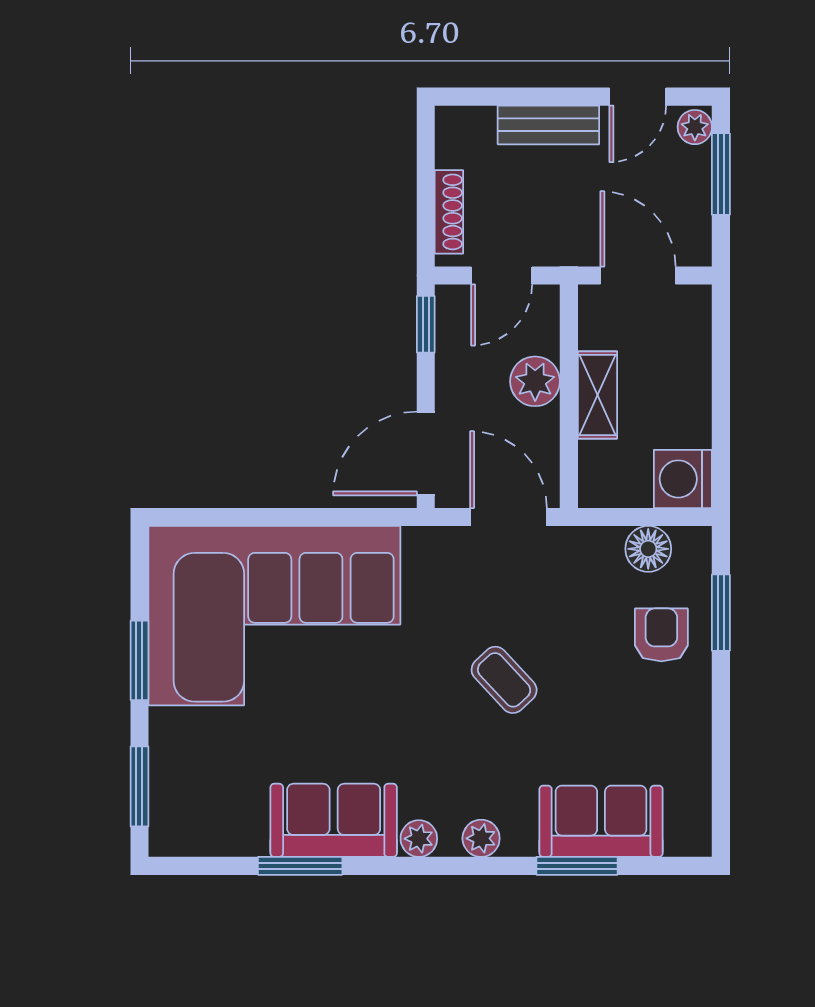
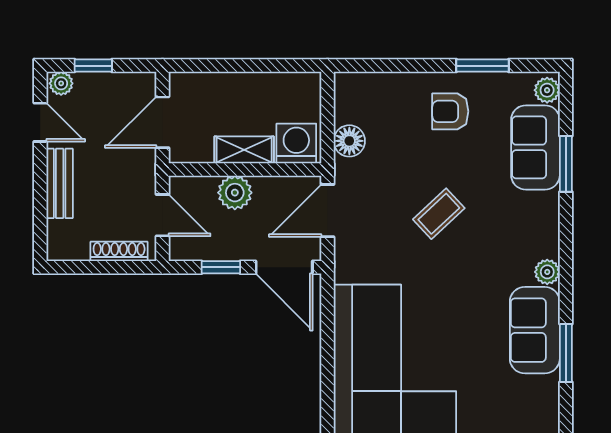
window: (721, 174) -> (93, 66), width x0.67
window: (426, 324) -> (221, 267), moved
washing machine: (683, 479) -> (296, 143), moved, turned 180
floor lamp: (648, 549) -> (349, 141), moved
window: (721, 613) -> (483, 66), moved
armchair: (661, 635) -> (450, 111), moved
plant: (481, 838) -> (547, 90), moved

